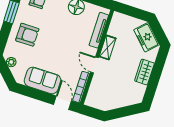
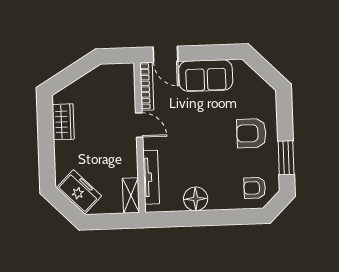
shelving: (108, 47) -> (131, 195), moved
plant: (11, 62) -> (260, 86), removed
wardrobe: (144, 72) -> (63, 122), moved

